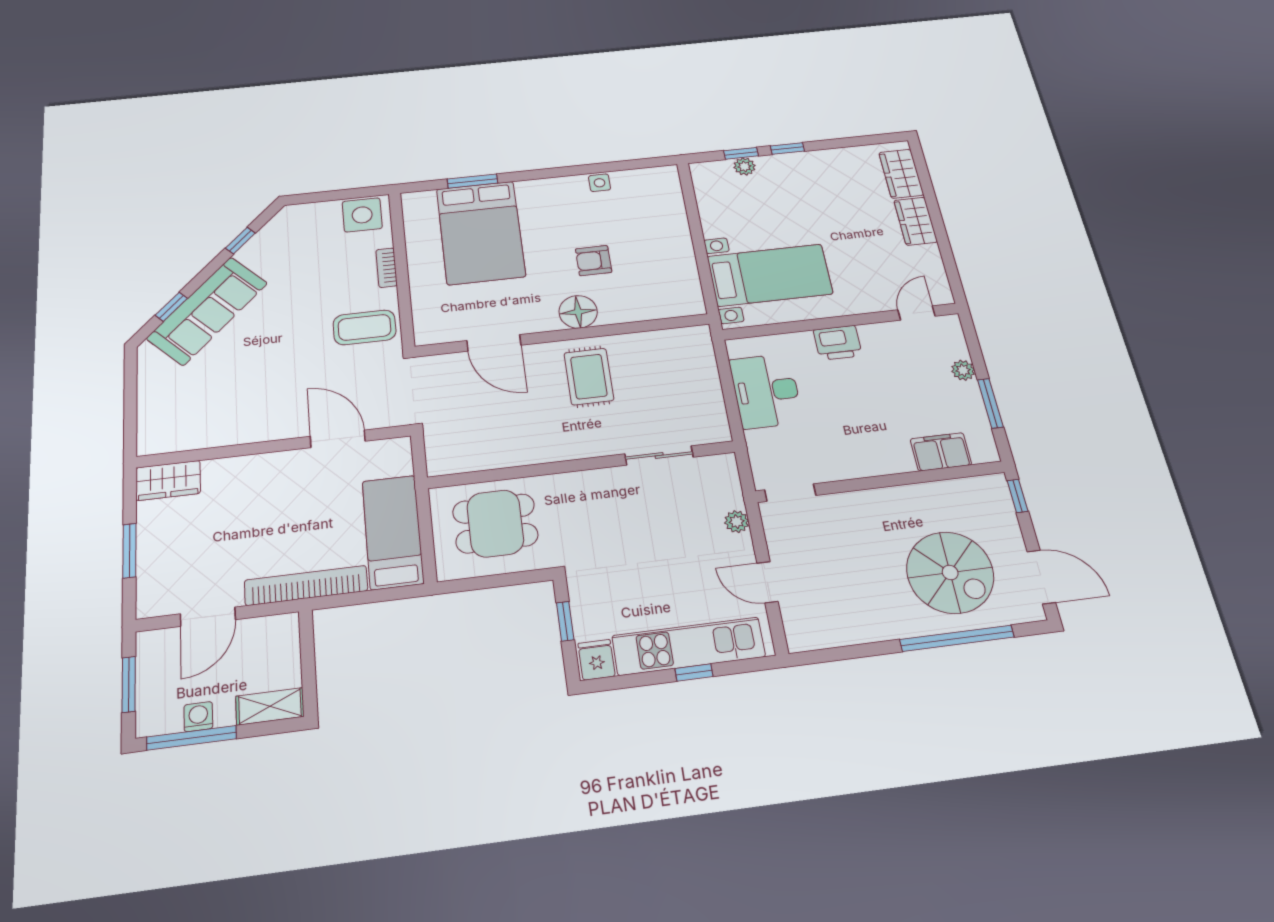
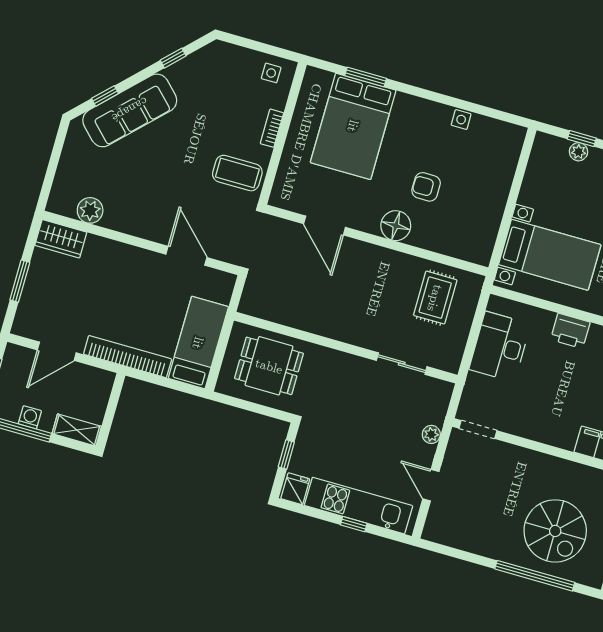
side table: (362, 215) -> (271, 73), width x0.54, depth x0.54
rug: (589, 377) -> (435, 298), moved
plant: (195, 434) -> (90, 210), added

